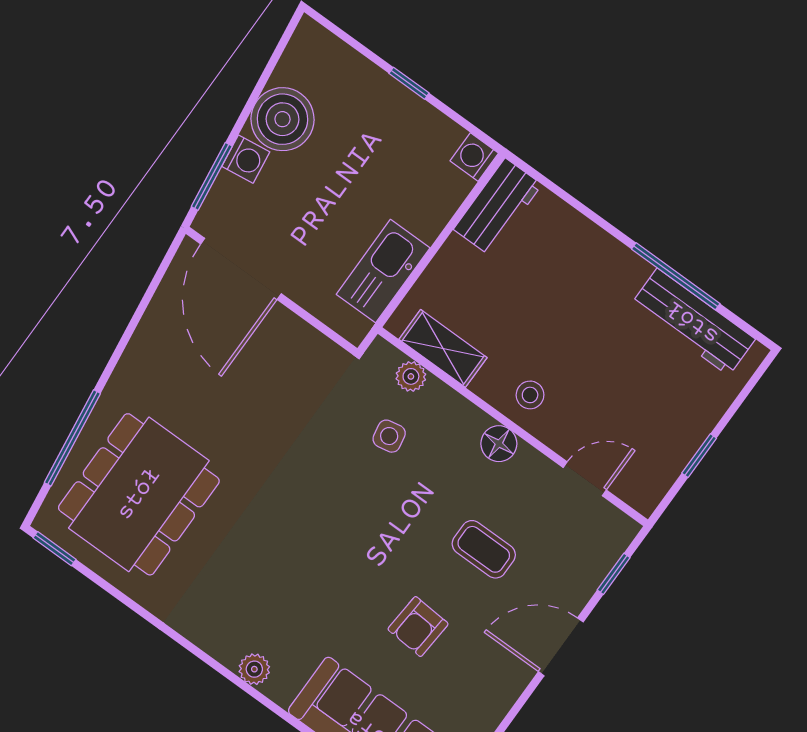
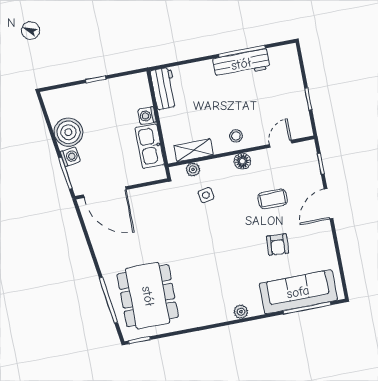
washing machine: (474, 157) -> (147, 116), moved
workbench: (693, 322) -> (241, 64), moved

